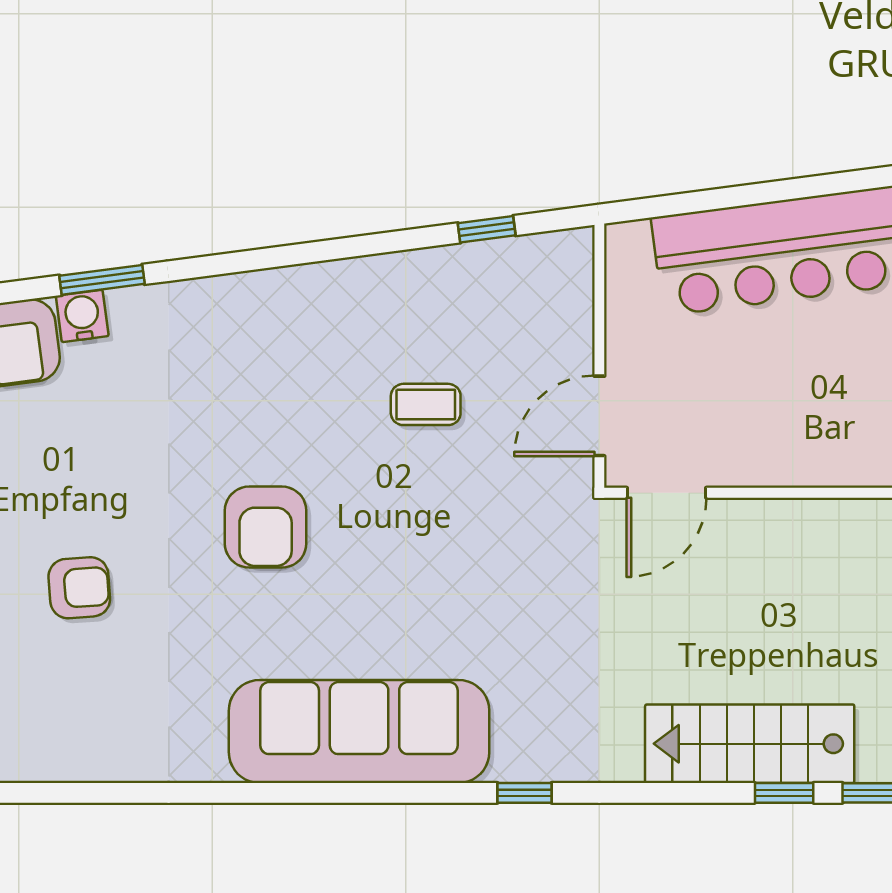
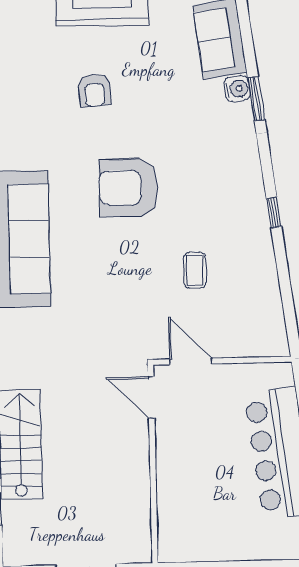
window: (487, 229) -> (274, 213), moved
armchair: (266, 527) -> (128, 188), width x1.36, depth x1.36

